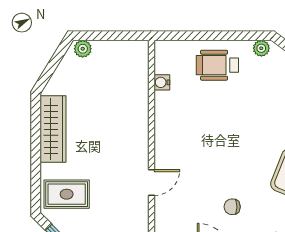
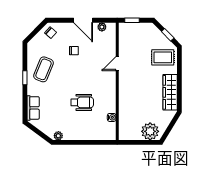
plant: (83, 49) -> (150, 131), width x1.87, depth x1.87
wheelchair: (217, 65) -> (82, 102), moved

